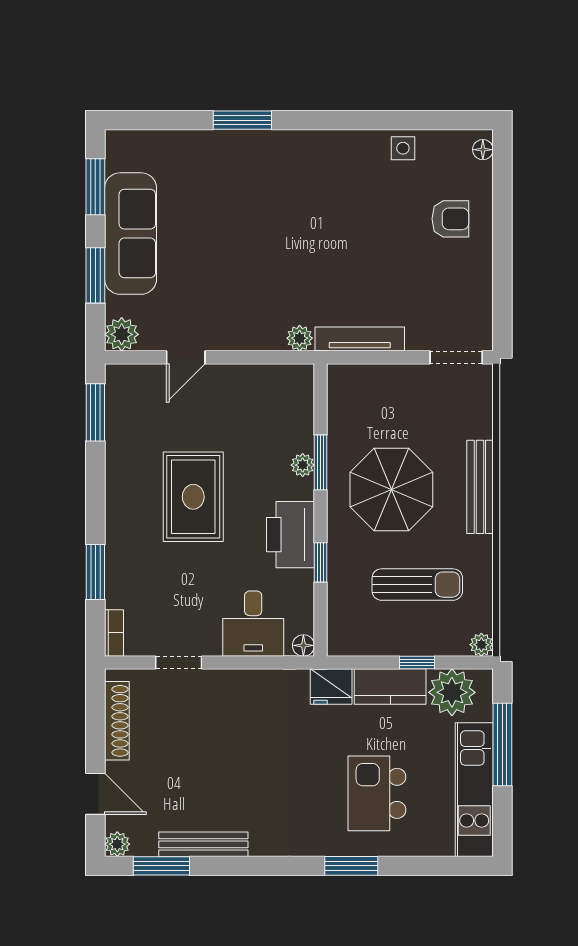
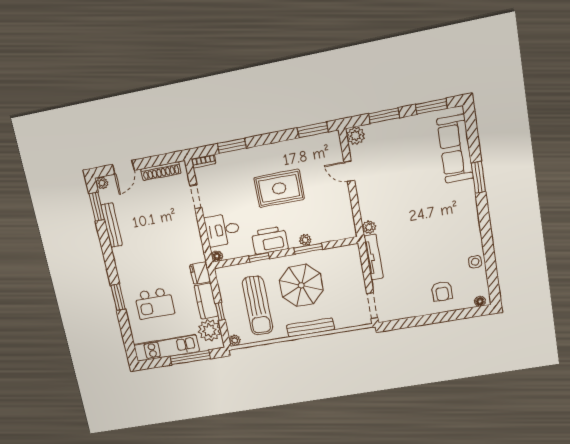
sofa: (131, 234) -> (455, 149), moved, turned 90
sun lounger: (417, 585) -> (257, 306), width x1.36, depth x1.34
kitchen island: (377, 793) -> (154, 303), turned 180

